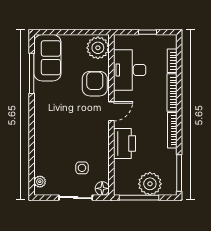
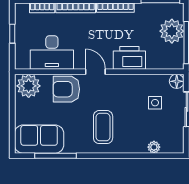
coffee table: (59, 119) -> (103, 127), added
plant: (40, 182) -> (154, 147), moved

